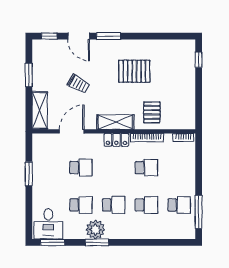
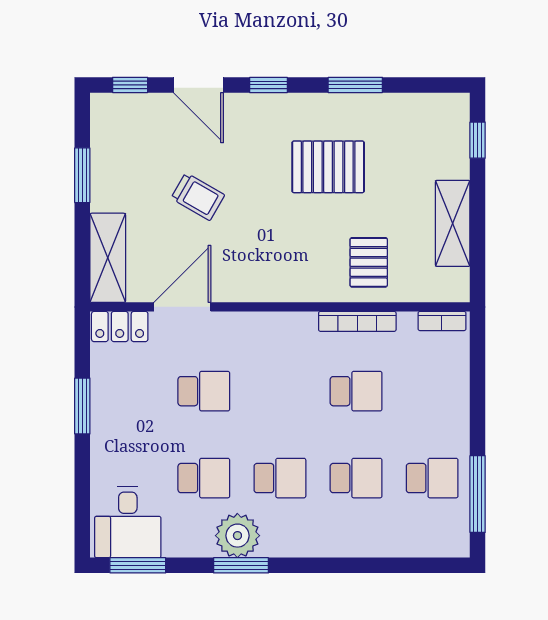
window: (109, 36) -> (269, 85), width x0.67
window: (146, 36) -> (355, 85), added
shelving: (115, 122) -> (453, 223), moved, turned 90
locker: (116, 140) -> (120, 327), moved

